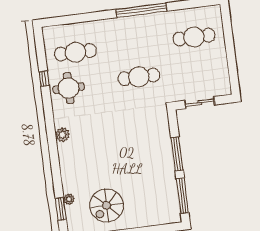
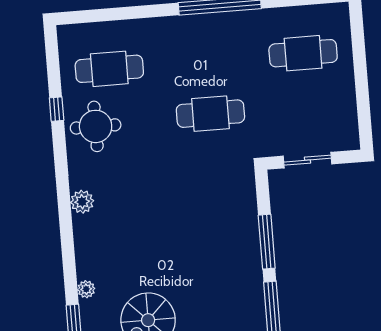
plant: (69, 199) -> (86, 289), moved

